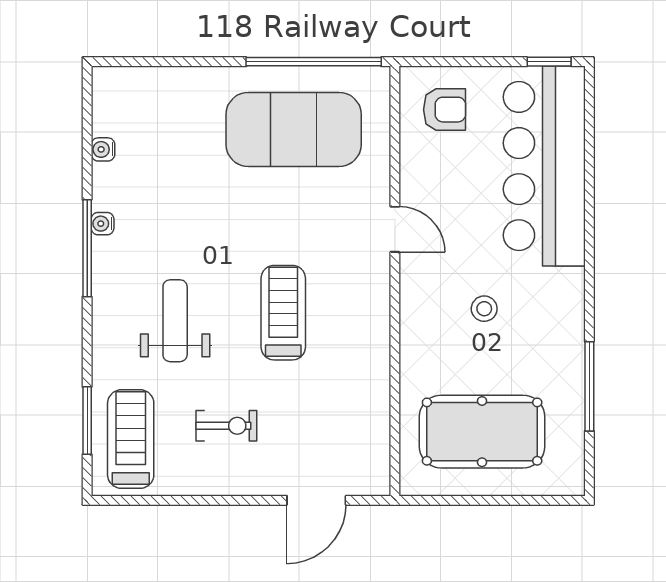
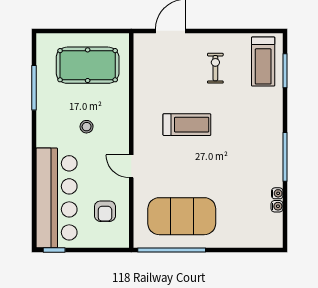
armchair: (445, 110) -> (105, 211), moved, turned -90
water cooler: (103, 224) -> (277, 193), moved
treadmill: (283, 313) -> (187, 125), turned -90
weight bench: (175, 321) -> (241, 121), removed
exercise bike: (226, 426) -> (215, 68), turned 90

